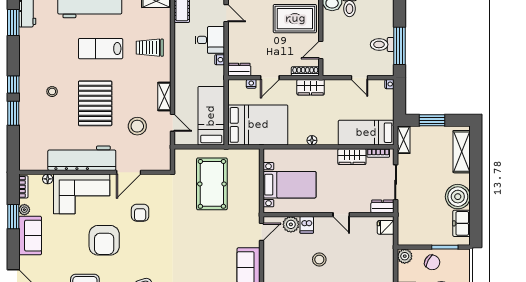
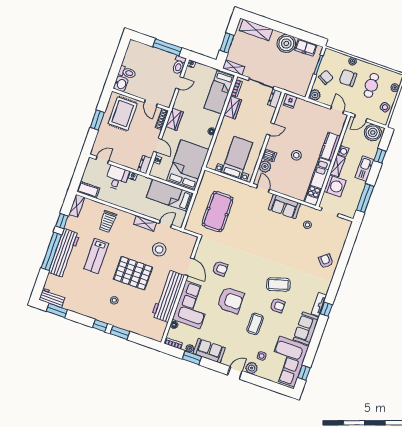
toilet: (382, 44) -> (179, 65), moved
pool table: (212, 184) -> (218, 212), turned 90

